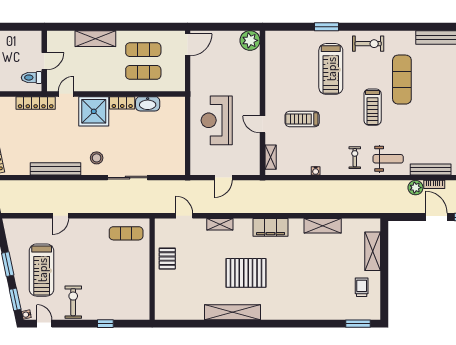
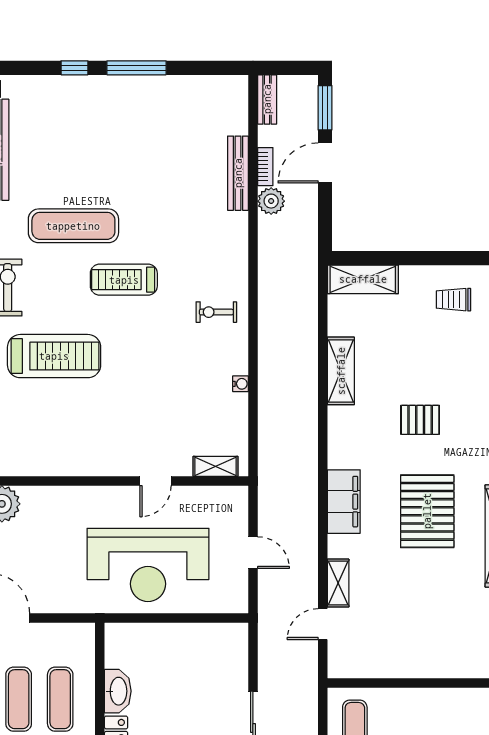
treadmill: (373, 107) -> (124, 280), turned 180
treadmill: (302, 119) -> (146, 408), removed
reception desk: (217, 120) -> (148, 565), width x1.36, depth x1.30
weight bench: (388, 159) -> (218, 251), removed
shelving: (220, 224) -> (338, 583), moved
filing cabinet: (271, 227) -> (344, 502), moved
shelving: (373, 251) -> (363, 279), moved
pallet: (167, 259) -> (420, 420), moved

